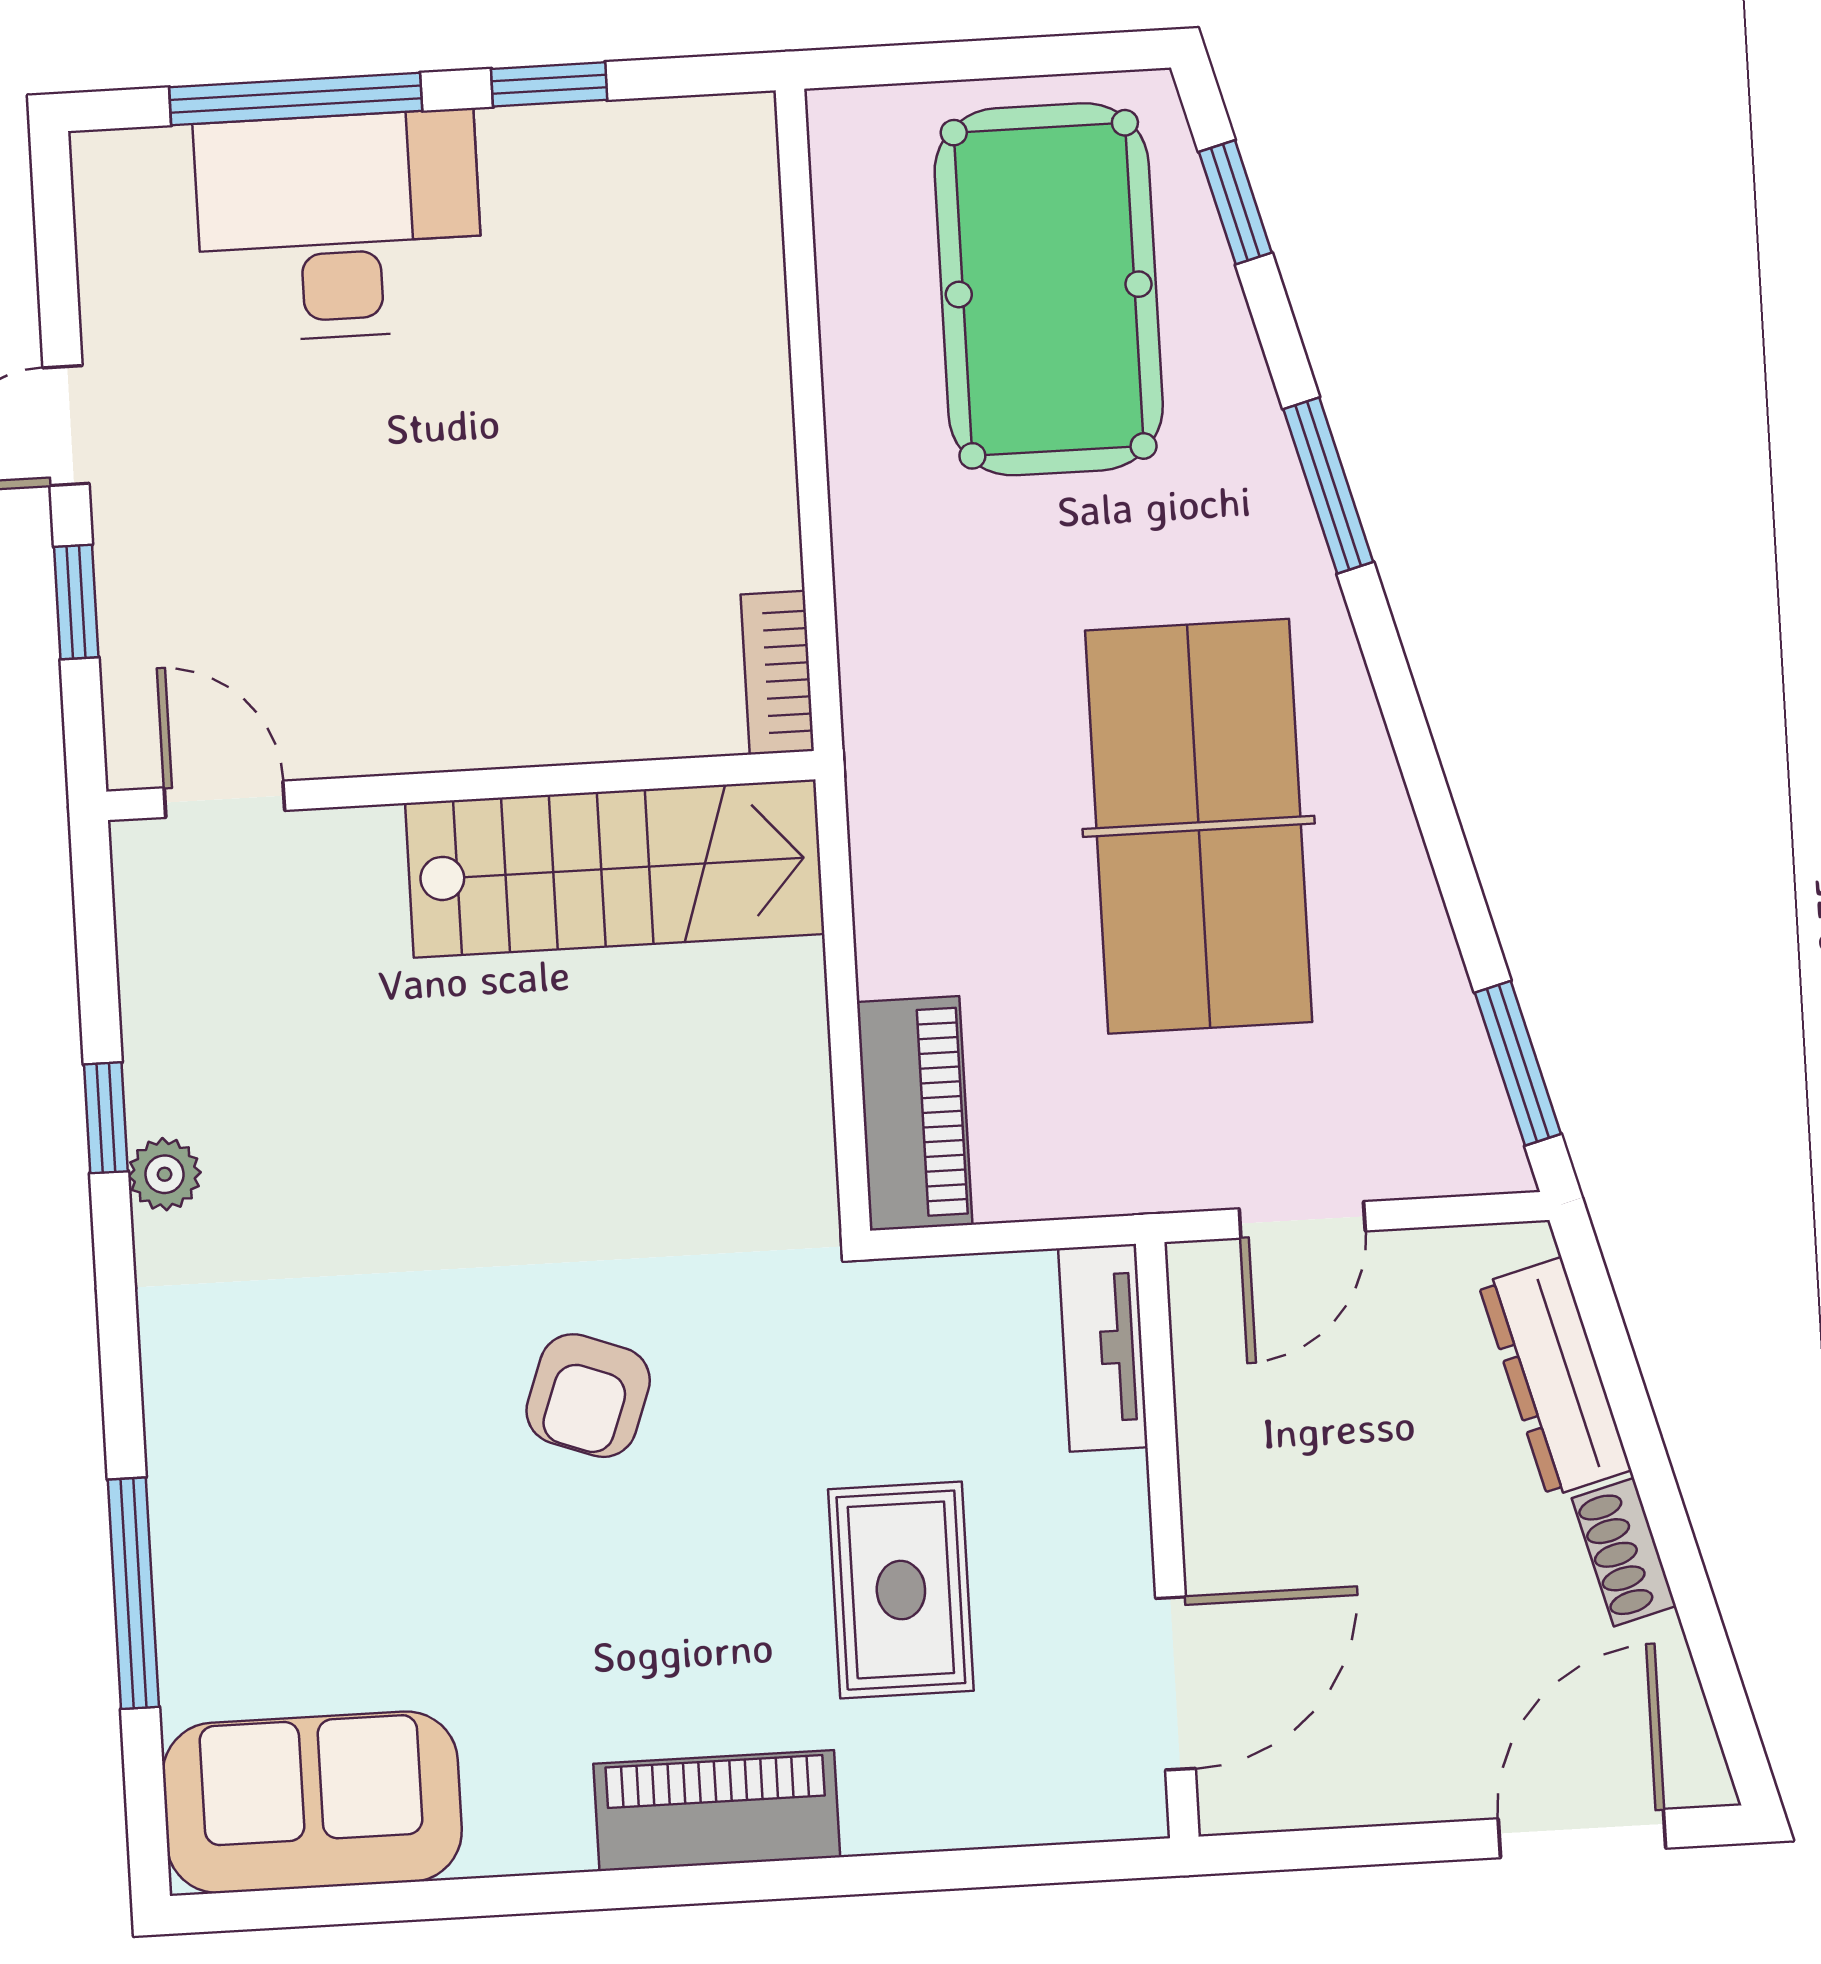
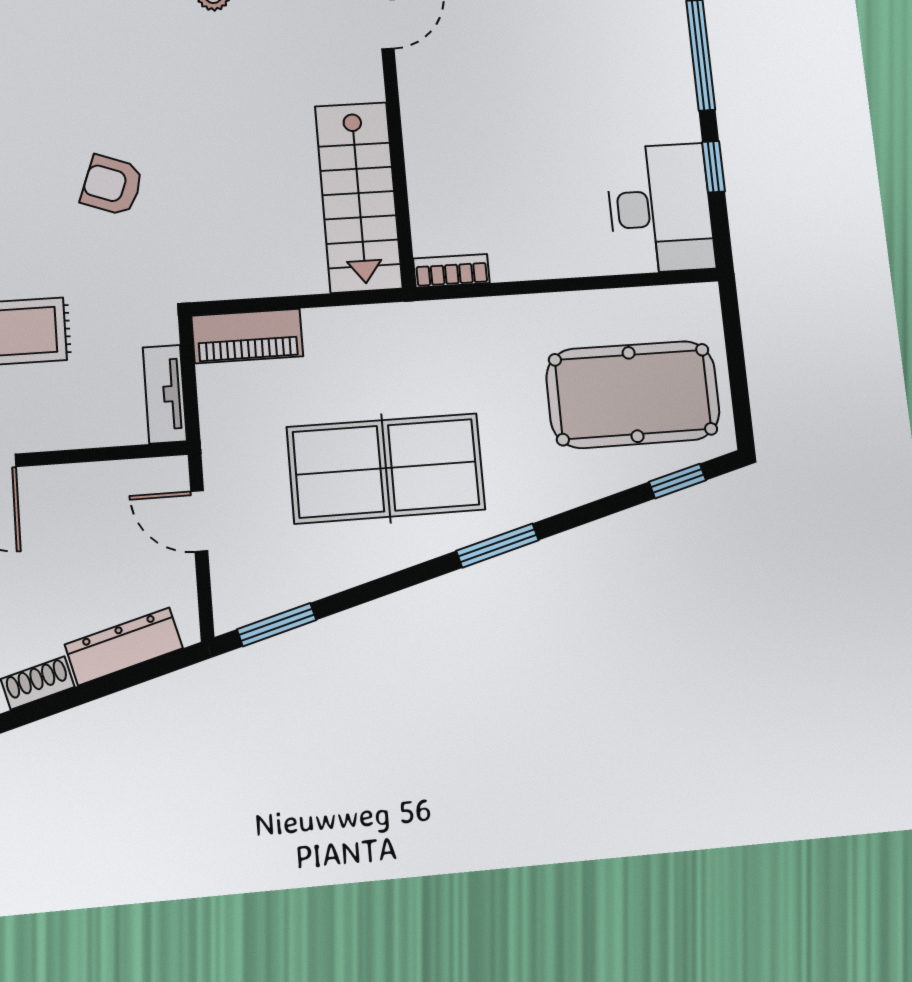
desk: (339, 226) -> (660, 208), moved
window: (1328, 486) -> (498, 545), moved
tv unit: (1103, 1348) -> (165, 394), moved, turned -90

